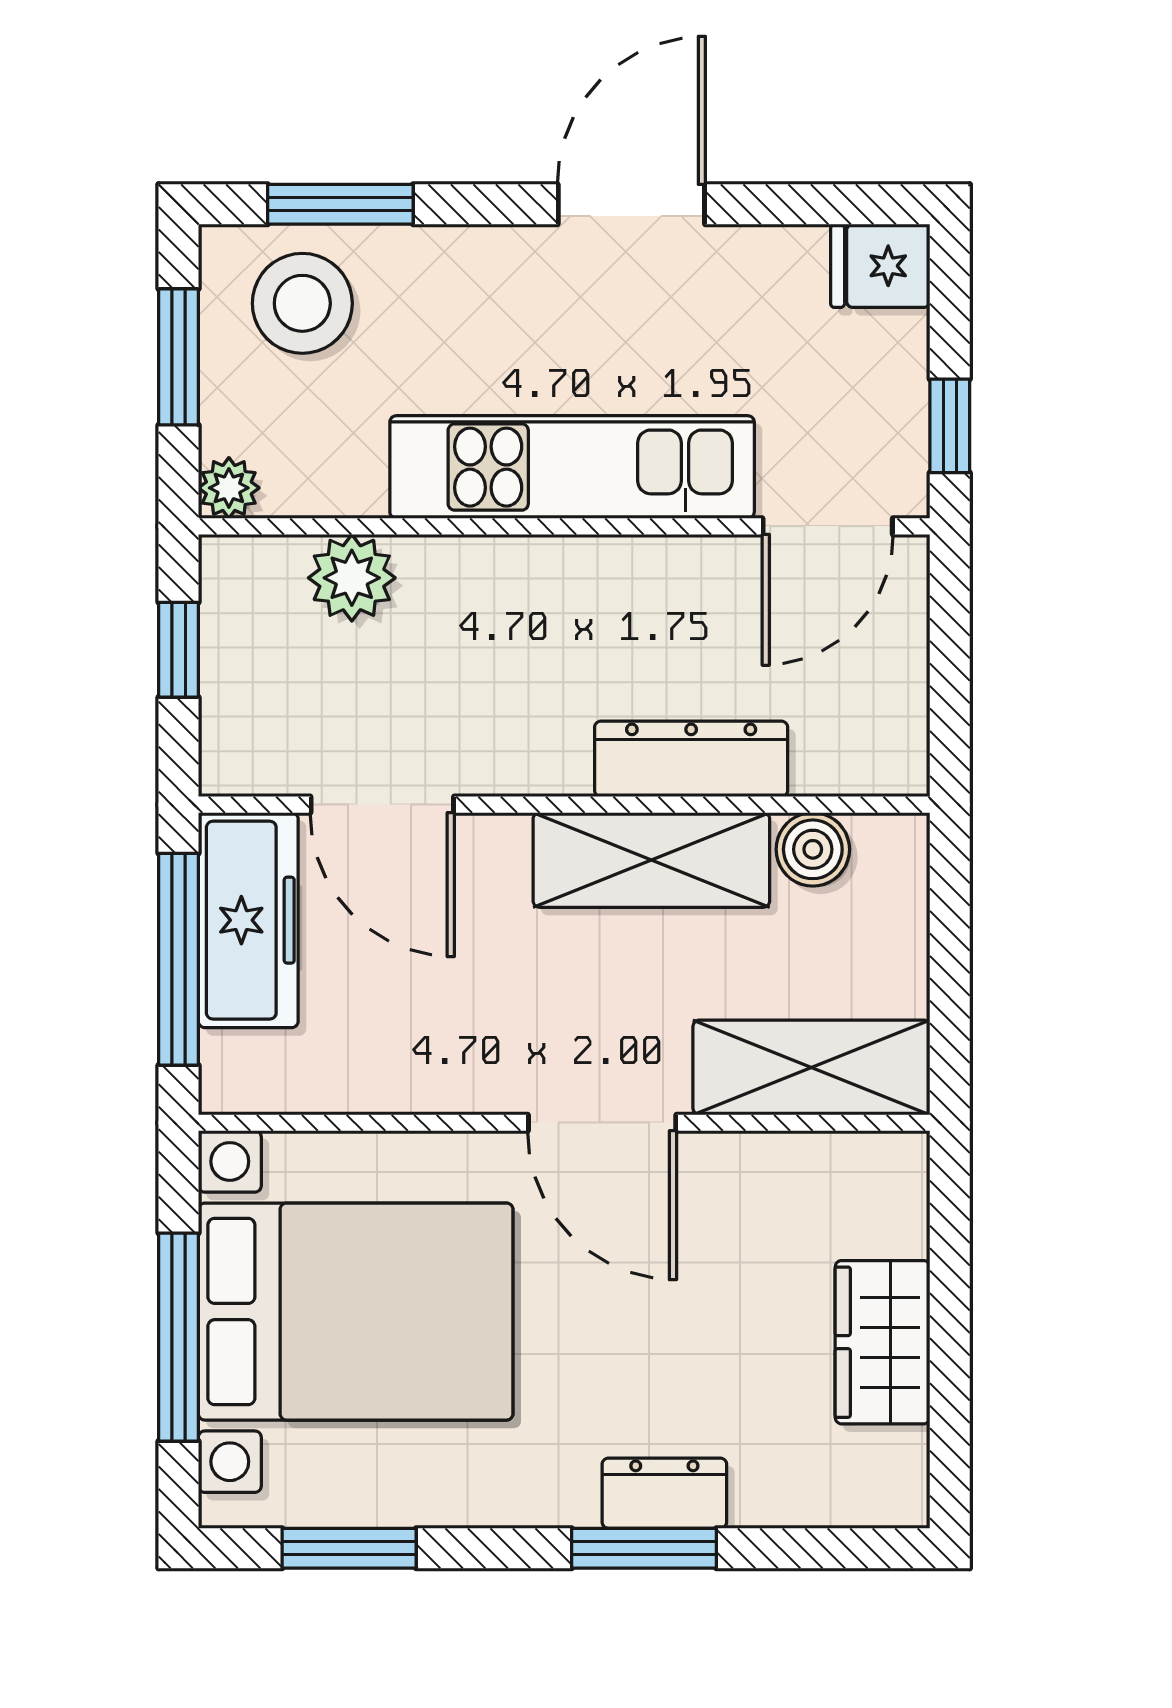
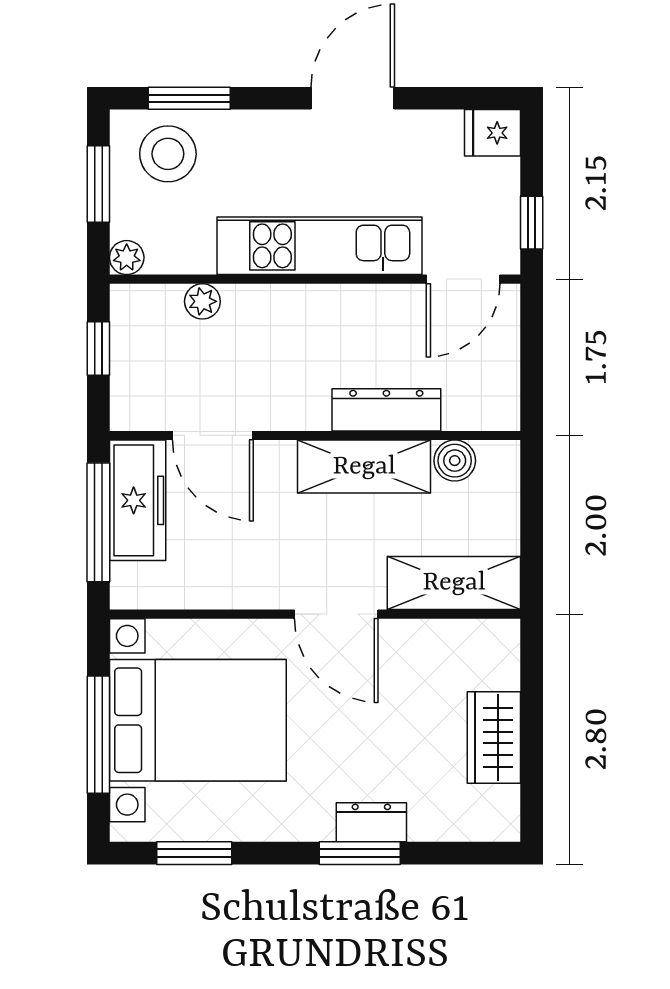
plant: (352, 578) -> (202, 301), width x0.73, depth x0.73

